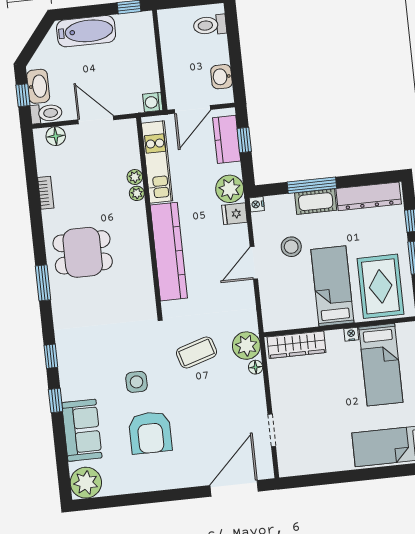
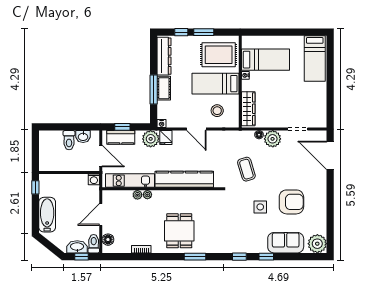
toilet: (210, 25) -> (69, 140), moved
stool: (291, 247) -> (217, 111), moved
plant: (246, 346) -> (273, 139), moved

